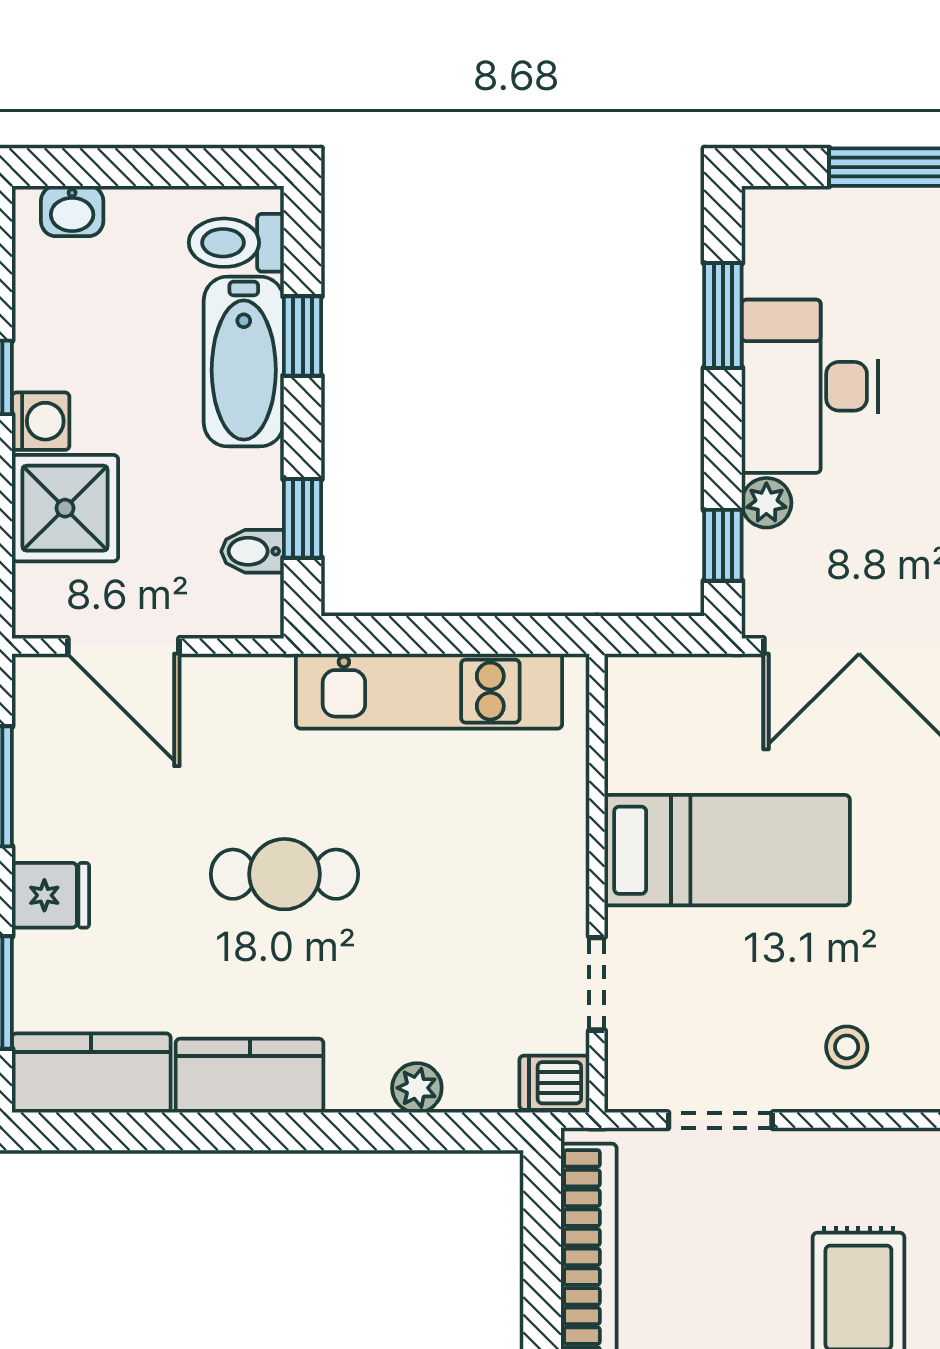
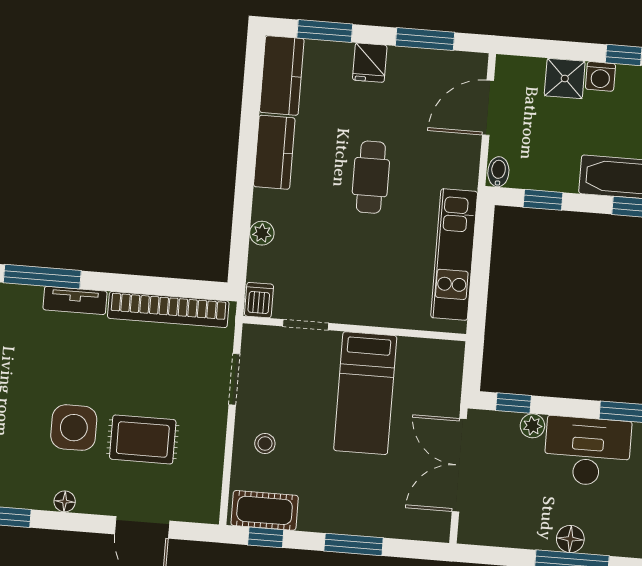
shower: (65, 508) -> (565, 78), width x0.73, depth x0.73
bidet: (253, 551) -> (498, 172), moved

